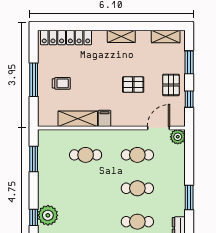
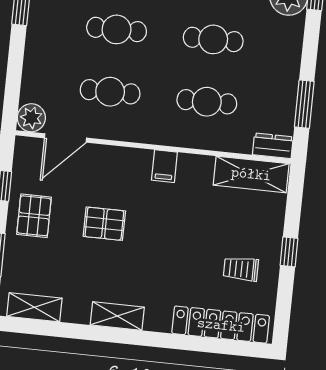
window: (34, 80) -> (289, 252), width x0.46
trolley: (61, 83) -> (241, 269), moved
shelving: (78, 119) -> (251, 174), moved
dresser: (48, 135) -> (273, 146), added
cafe table: (86, 188) -> (213, 39), added

